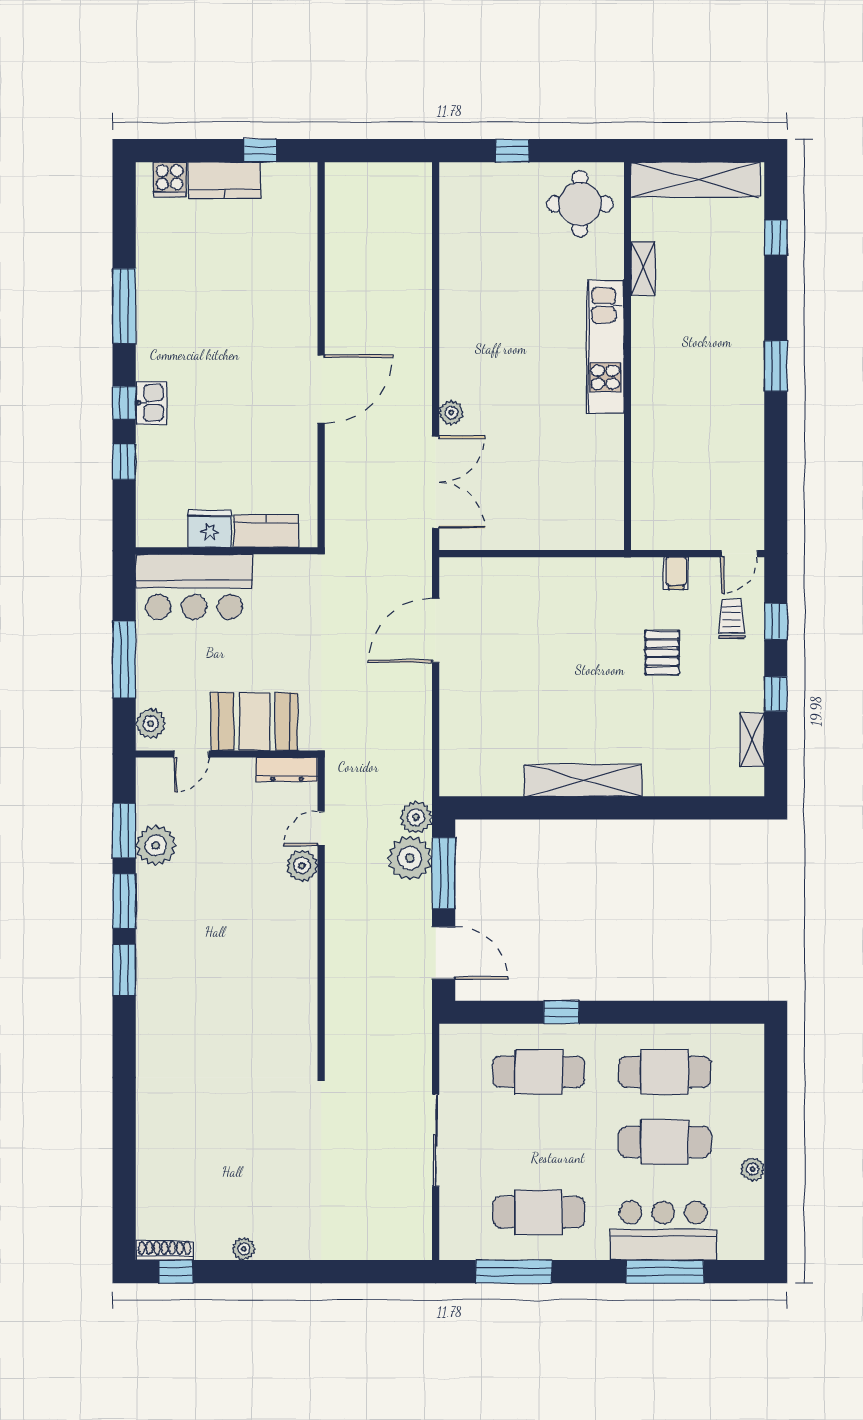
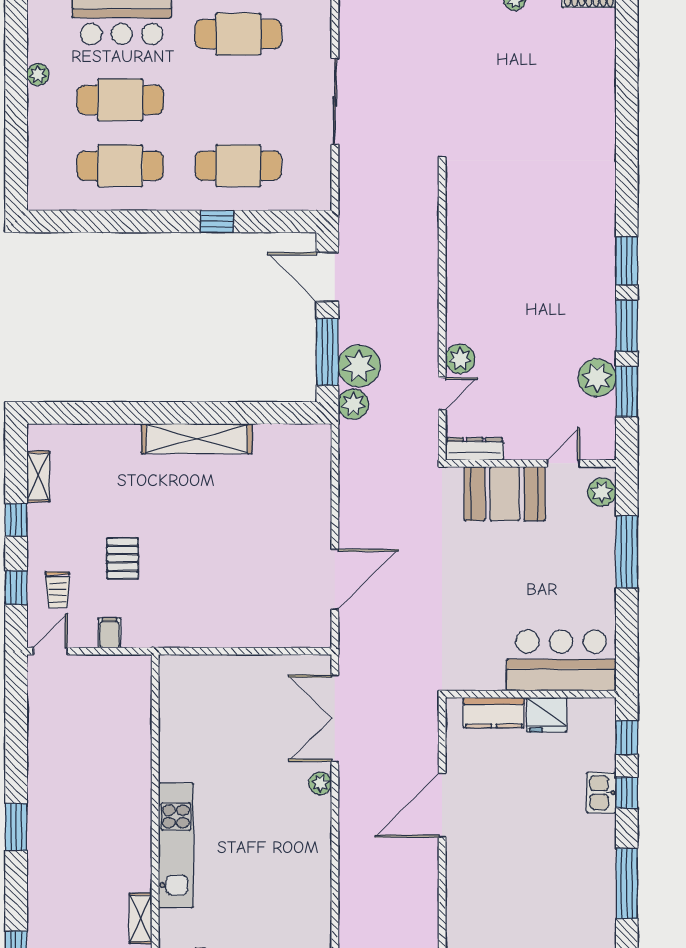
fridge: (210, 529) -> (547, 715), moved
kitchen counter: (266, 531) -> (494, 713), moved
wall: (227, 551) -> (531, 694), moved
bar counter: (194, 587) -> (561, 660), moved

